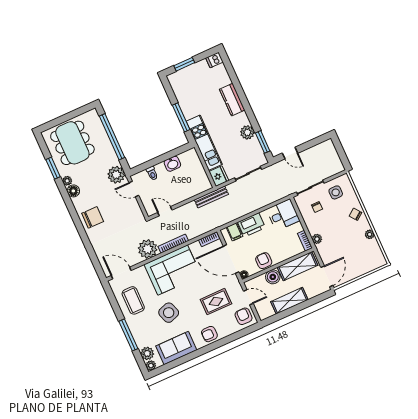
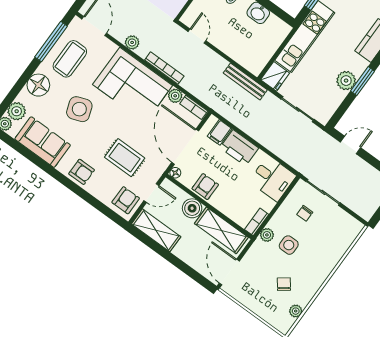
window: (263, 142) -> (363, 81), moved
door: (290, 153) -> (350, 145), swing flipped
side table: (336, 192) -> (289, 245), moved
chair: (356, 214) -> (284, 284), moved
plant: (370, 234) -> (296, 311), moved
plant: (195, 247) -> (175, 96), added
plant: (148, 249) -> (132, 42), width x0.53, depth x0.53
door: (327, 276) -> (229, 272), swing flipped
door: (248, 297) -> (151, 193), hinge flipped
shelving: (289, 301) -> (156, 230), moved
floor lamp: (138, 330) -> (38, 85), added
armchair: (209, 334) -> (82, 172), turned 180
window: (128, 335) -> (51, 42), moved

